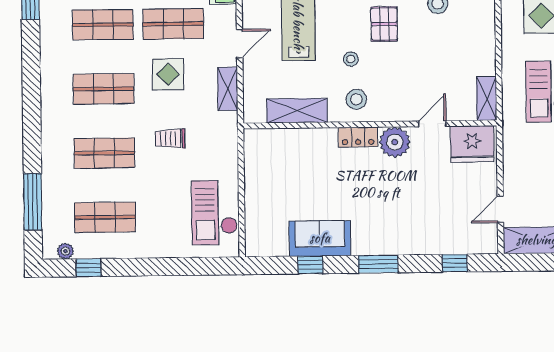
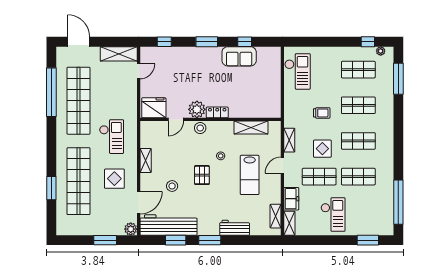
shelving: (487, 98) -> (146, 161), moved
stool: (356, 99) -> (200, 128), moved

